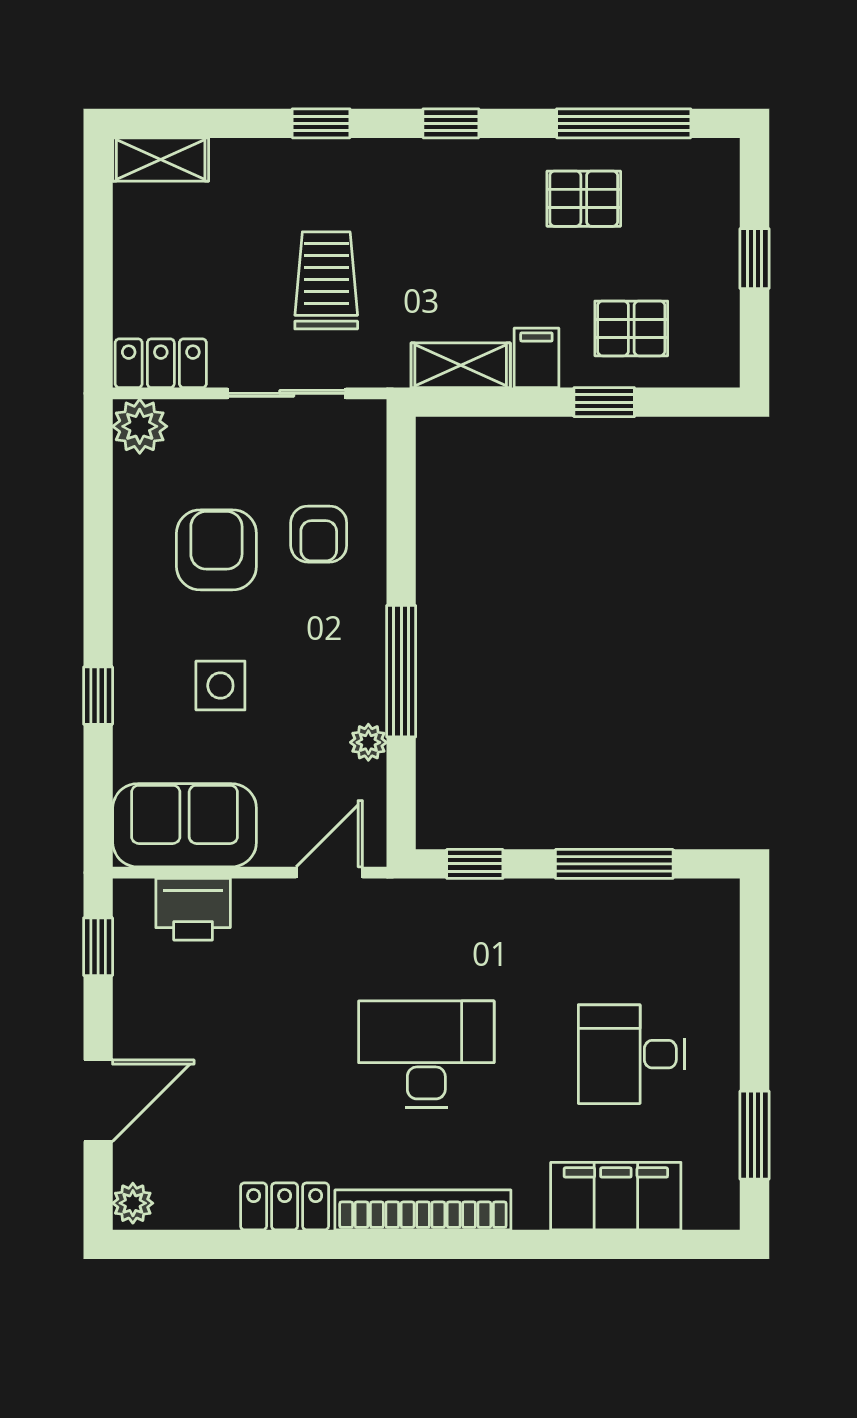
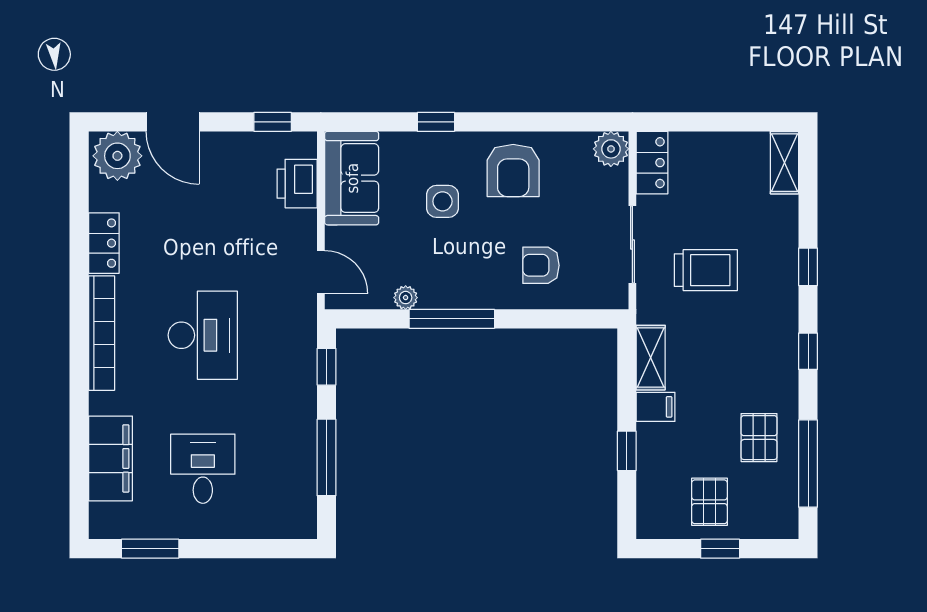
pallet: (631, 328) -> (709, 502), moved
armchair: (216, 550) -> (513, 170), moved, turned 90
plant: (133, 1203) -> (117, 156), width x1.88, depth x1.88

